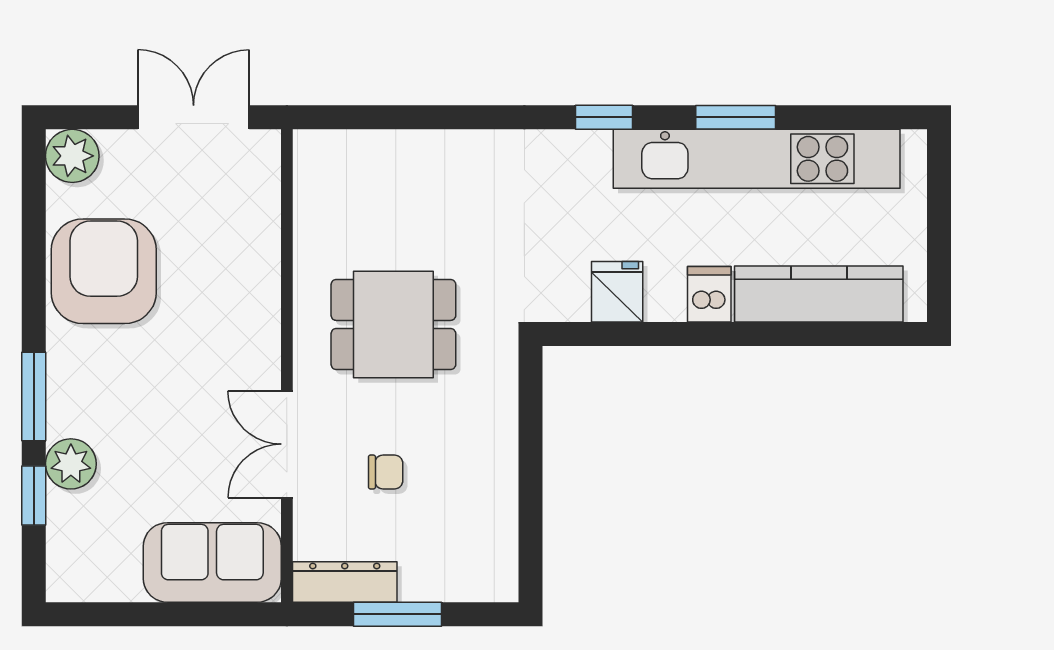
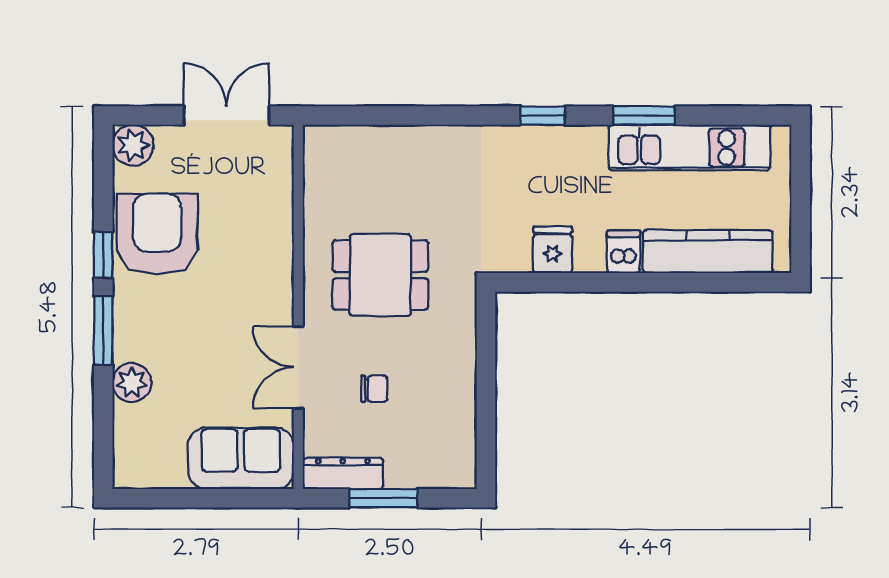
kitchen unit: (757, 159) -> (689, 147), width x0.73
window: (34, 496) -> (103, 255), moved

